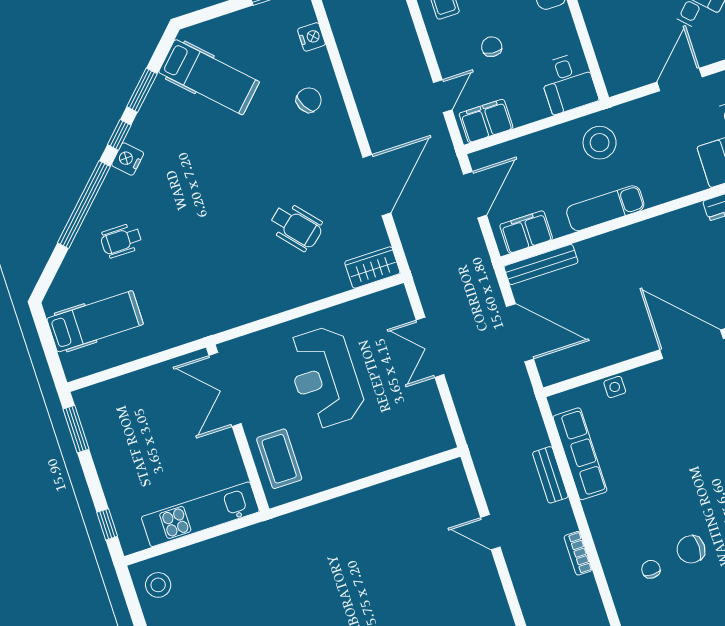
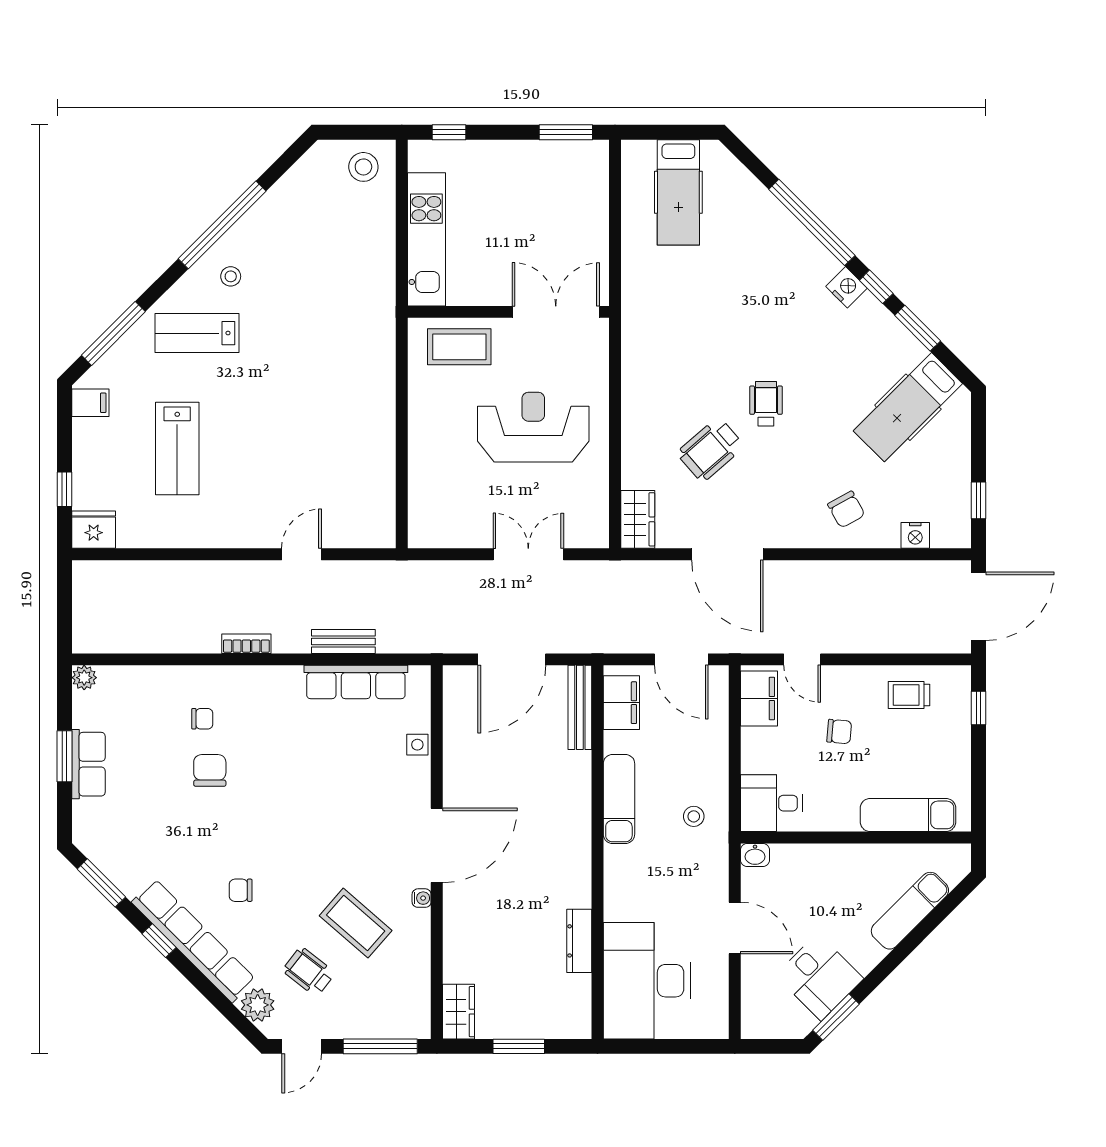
washbasin: (615, 82) -> (755, 855), added
stool: (600, 143) -> (694, 816), width x0.53, depth x0.53
wheelchair: (121, 240) -> (766, 404), moved

